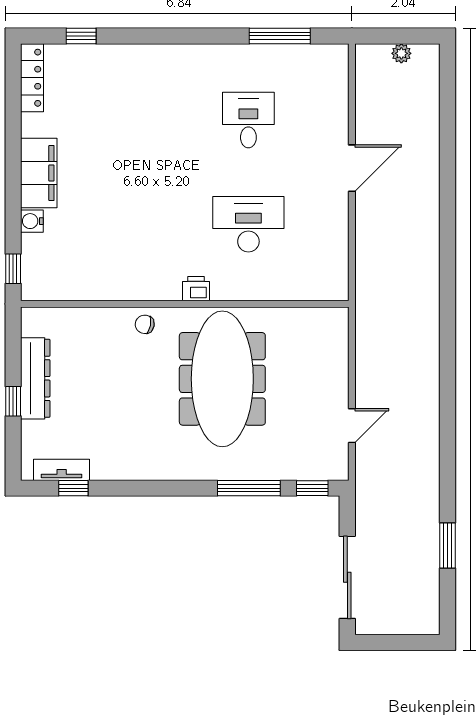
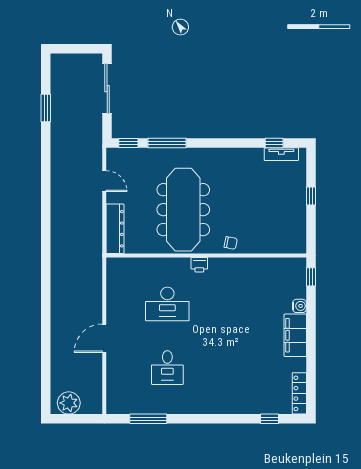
plant: (401, 53) -> (69, 403), width x1.87, depth x1.87
dresser: (35, 378) -> (115, 229), moved, turned 180
door: (352, 426) -> (104, 181), swing flipped

